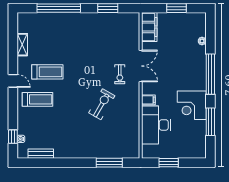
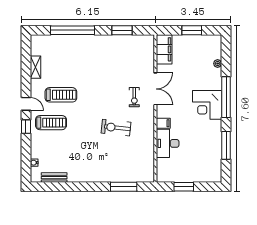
exercise bike: (102, 104) -> (116, 128), turned -114
corner desk: (192, 105) -> (207, 105), moved
desk: (156, 125) -> (168, 143), width x0.73, depth x0.77
window: (13, 137) -> (26, 127), moved

